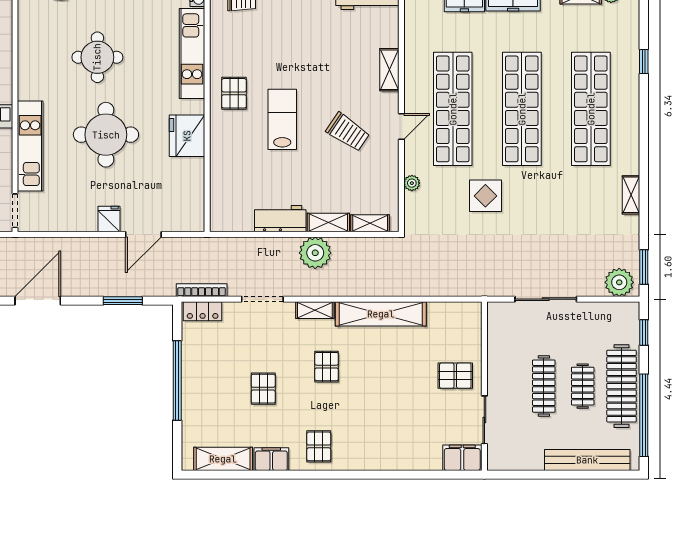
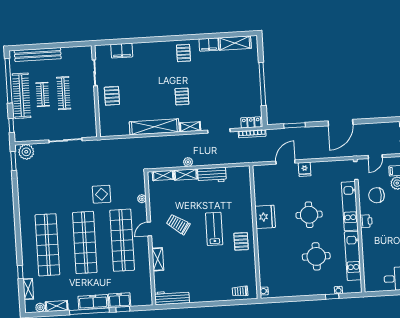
kitchen unit: (192, 53) -> (353, 256), moved, turned 180
lab bench: (282, 119) -> (214, 229), turned 180
round table: (106, 135) -> (309, 215), width x0.73, depth x0.73
shelving: (631, 195) -> (28, 289), moved
plant: (315, 253) -> (188, 162), width x0.53, depth x0.53
pallet: (455, 376) -> (112, 96), turned 90
pallet: (263, 389) -> (215, 82), removed
filing cabinet: (462, 458) -> (122, 51), moved

